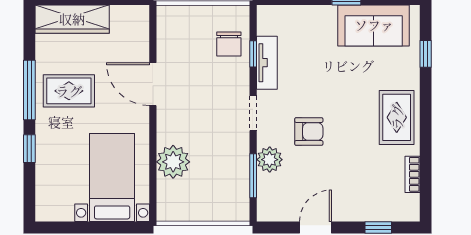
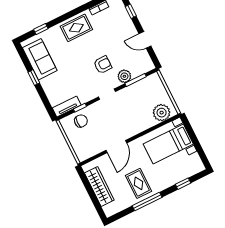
wardrobe: (72, 19) -> (99, 187), moved
tv unit: (267, 63) -> (67, 106), moved
armchair: (309, 131) -> (103, 65), turned 90
window: (29, 149) -> (183, 184), moved
plant: (173, 162) -> (162, 113), moved

